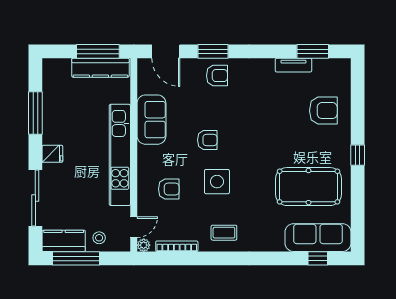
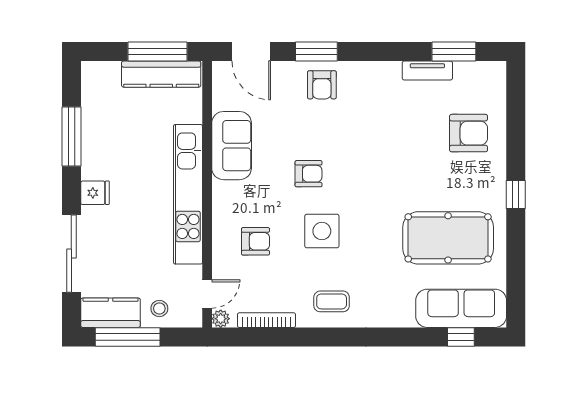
armchair: (217, 76) -> (322, 85), turned 90

